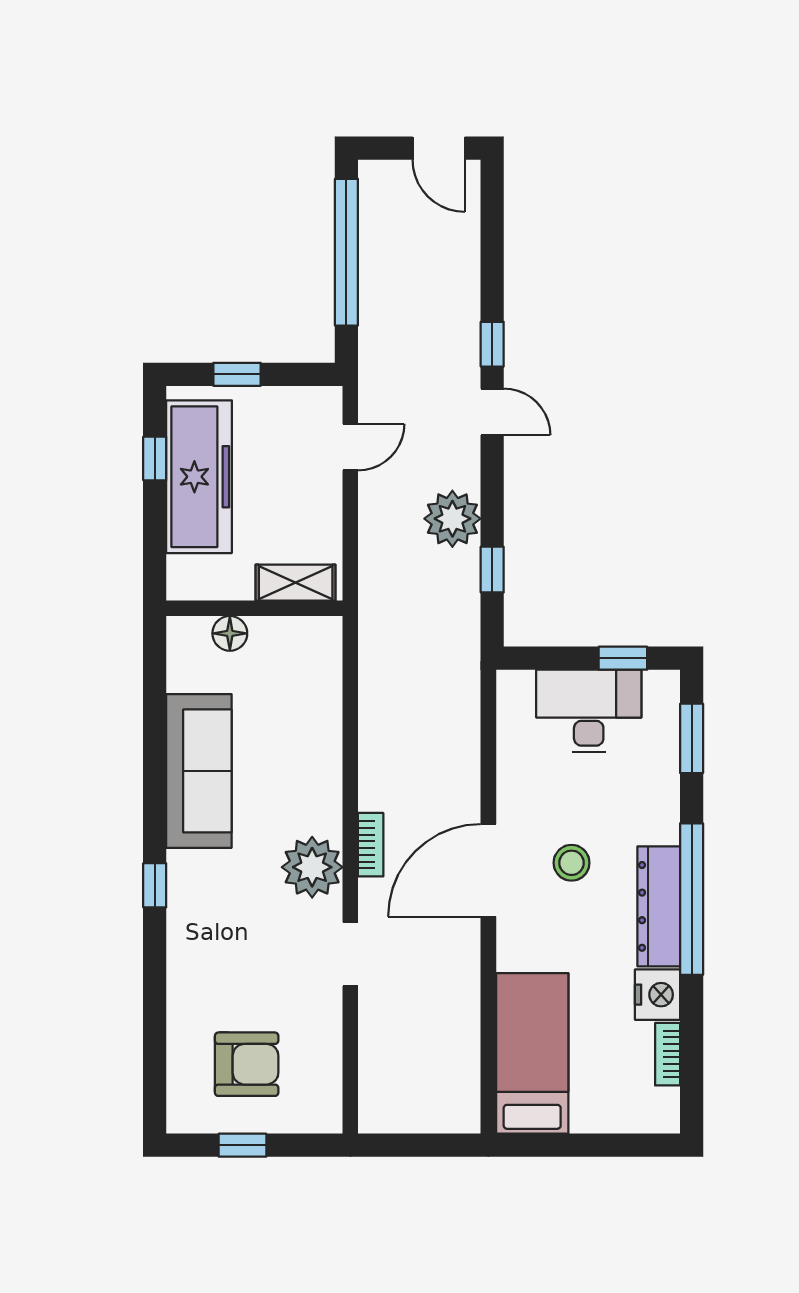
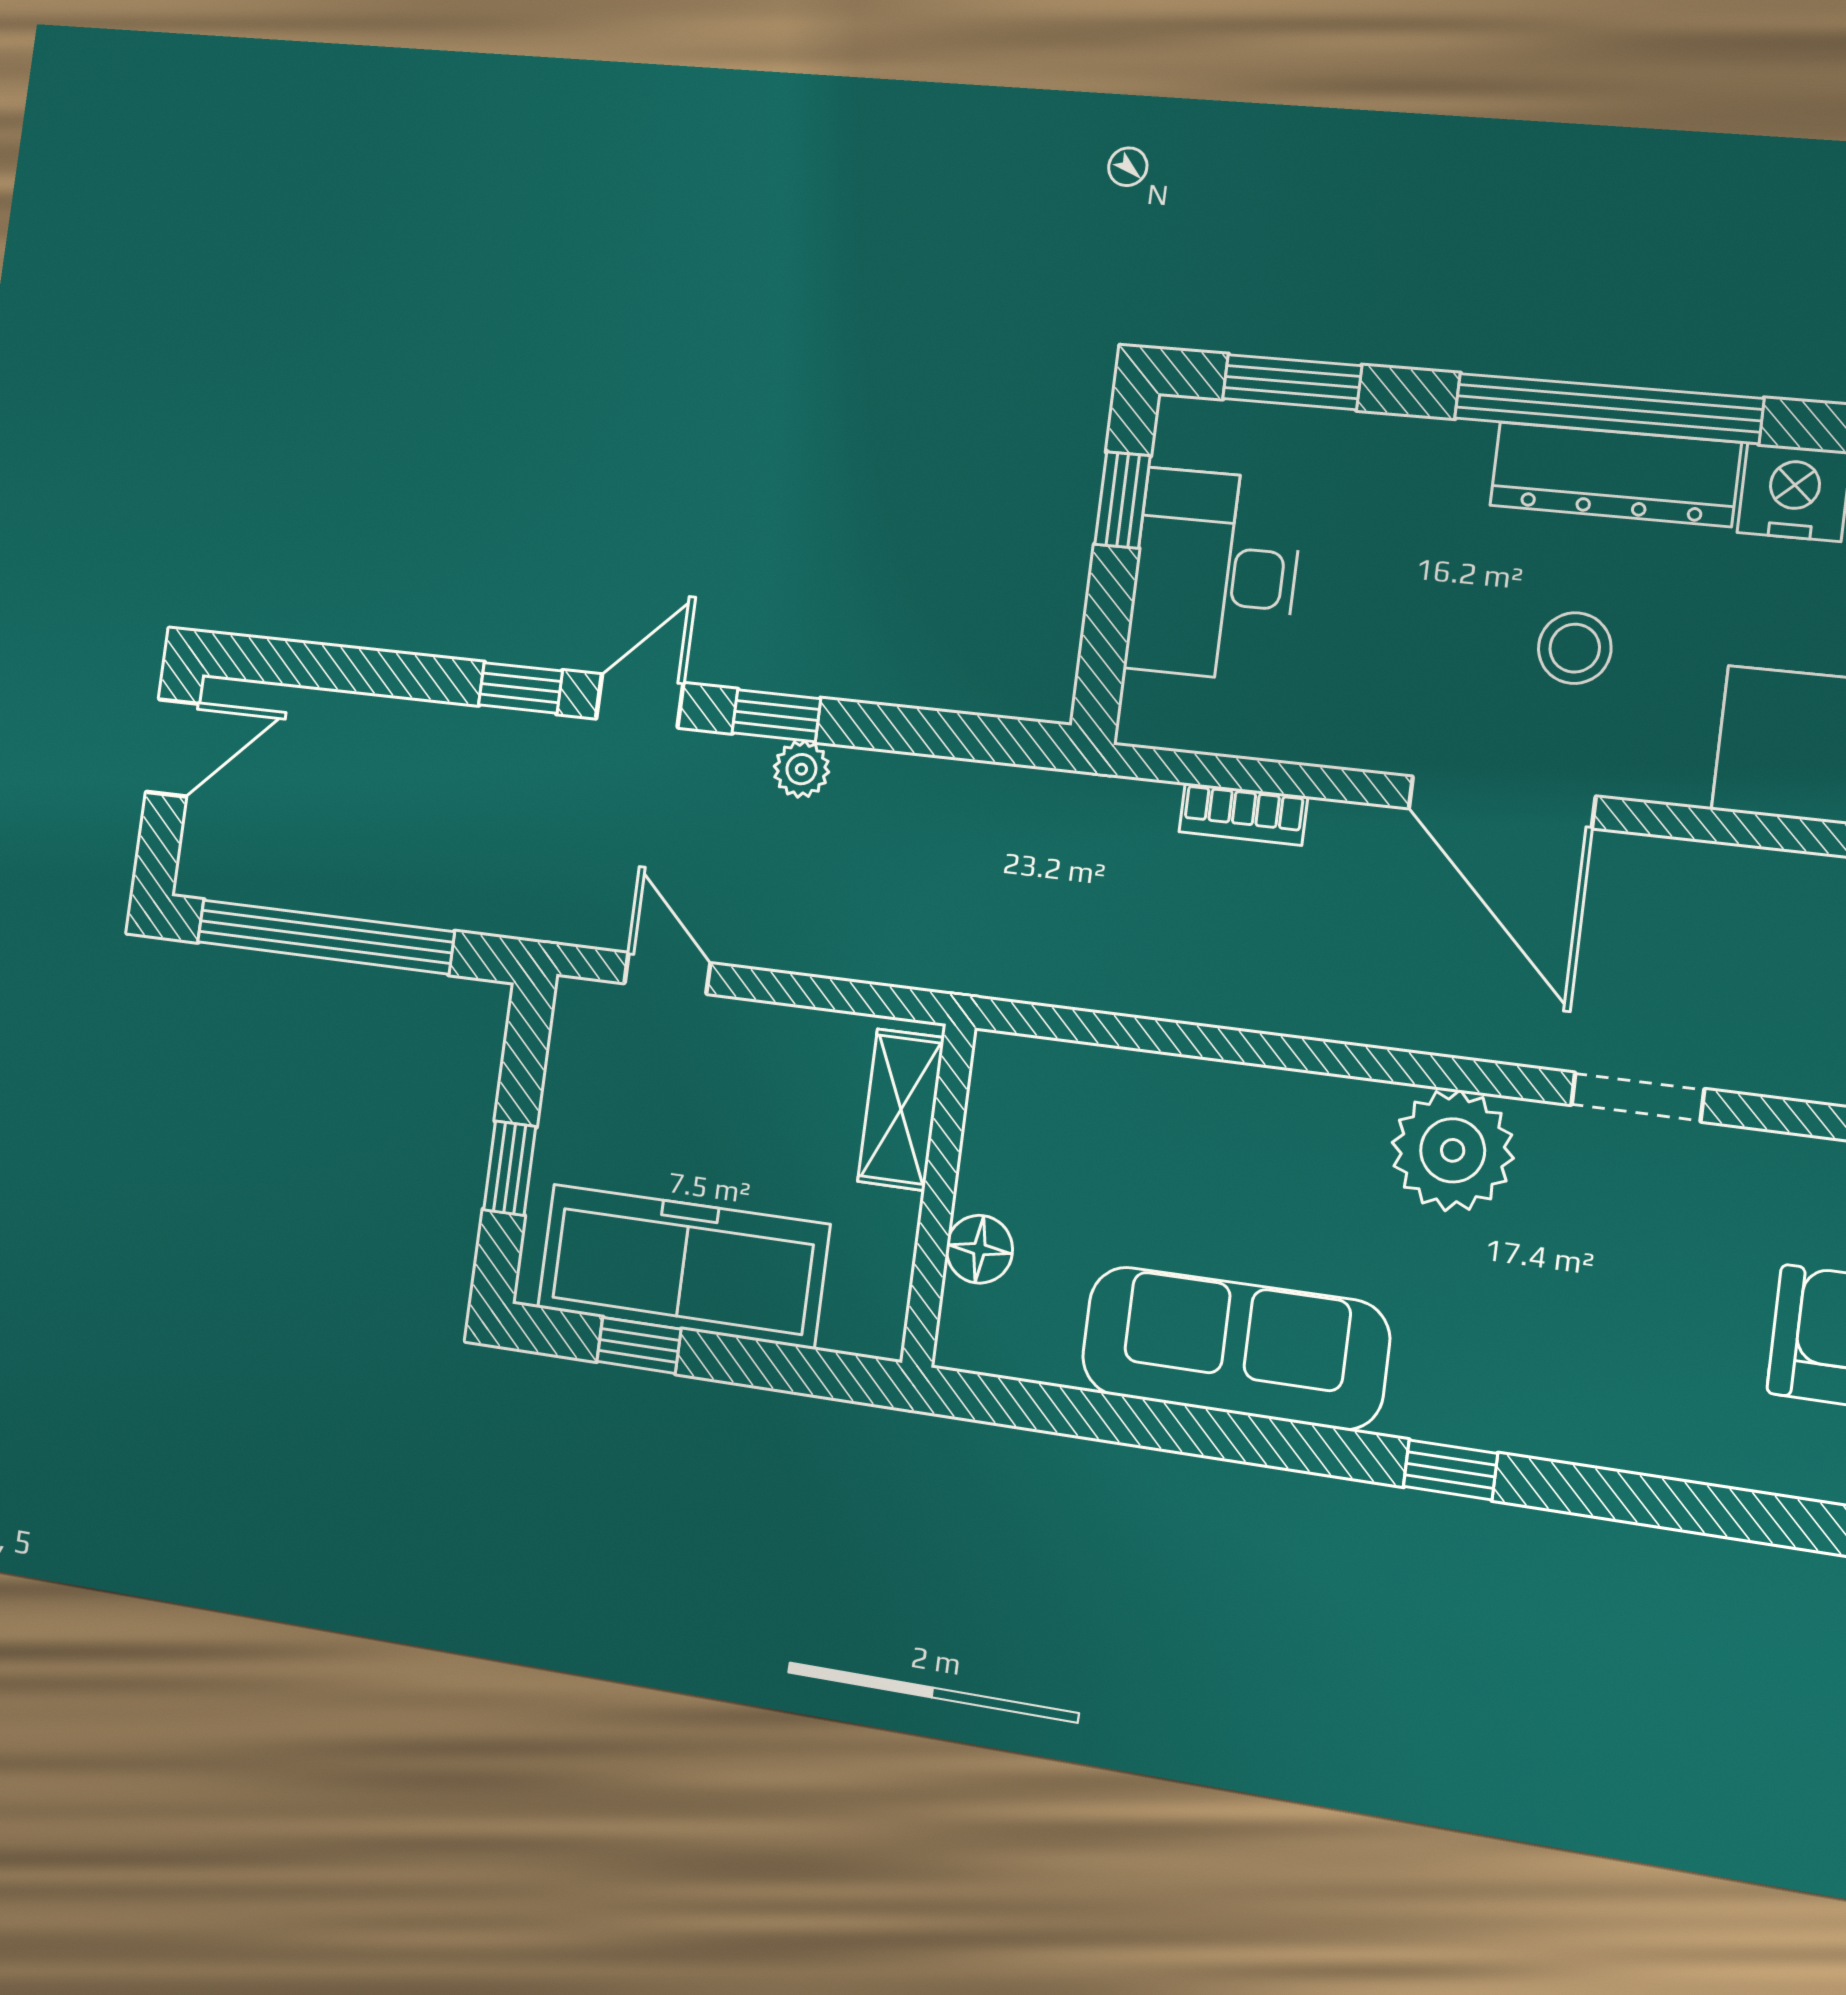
plant: (452, 519) -> (801, 769), width x0.53, depth x0.53
window: (492, 570) -> (776, 716), moved
bookcase: (371, 845) -> (1243, 814), moved, turned 180
stool: (572, 863) -> (1575, 648), moved

